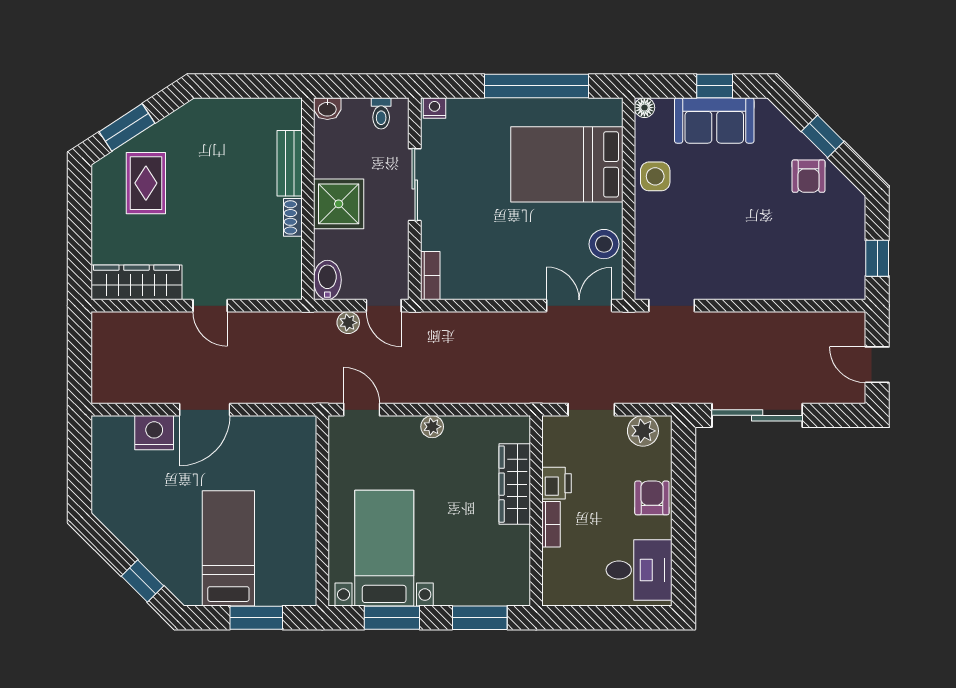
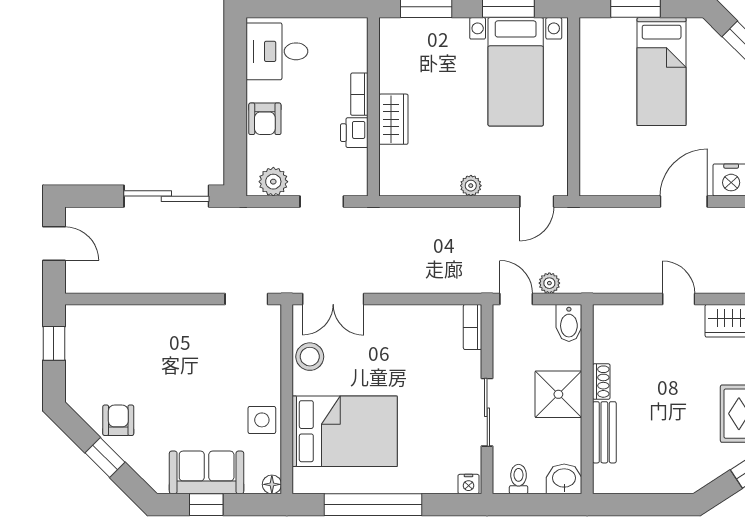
washbasin: (327, 109) -> (564, 479), width x1.38, depth x1.45
door: (362, 410) -> (537, 202), hinge flipped
wardrobe: (515, 484) -> (393, 119), width x0.67

